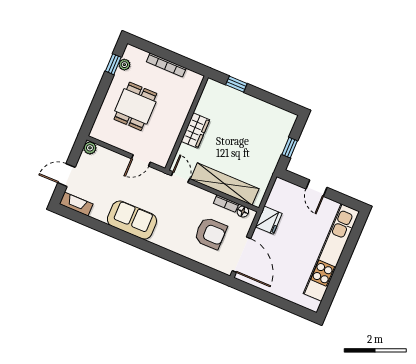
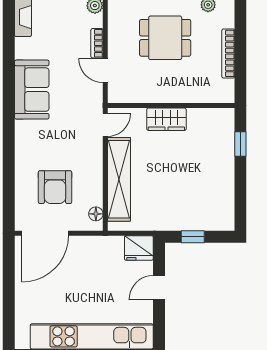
bookcase: (226, 204) -> (97, 43), moved
fridge: (269, 220) -> (139, 248), moved

